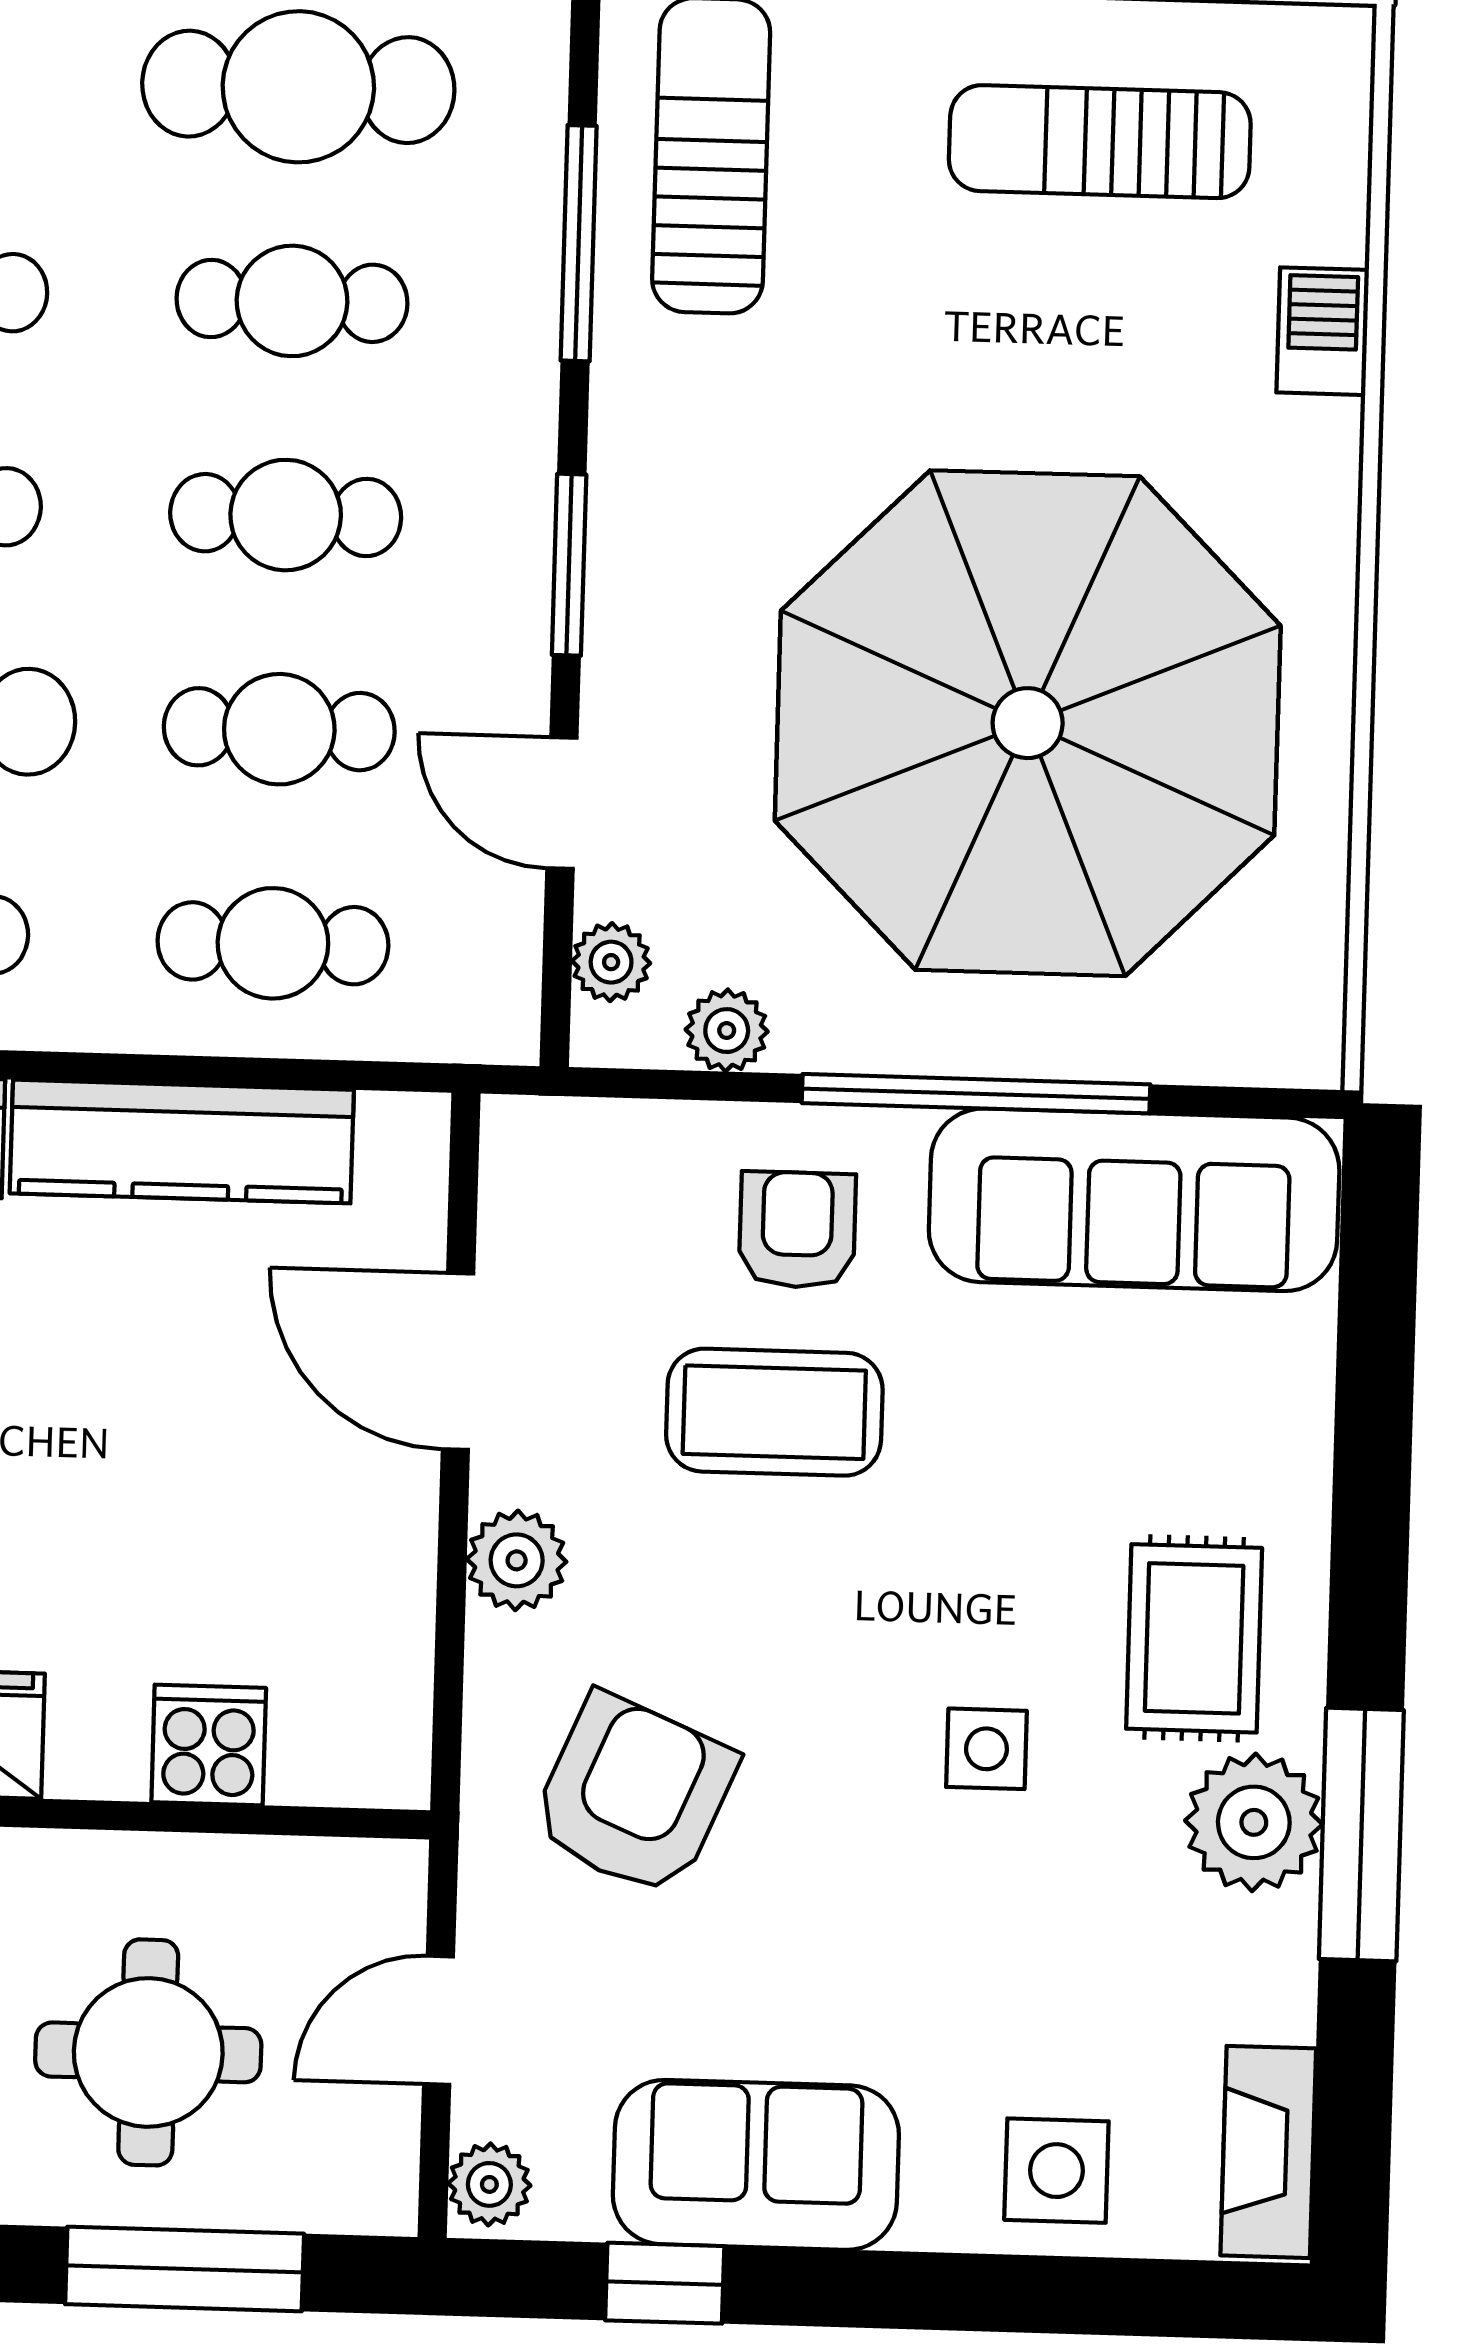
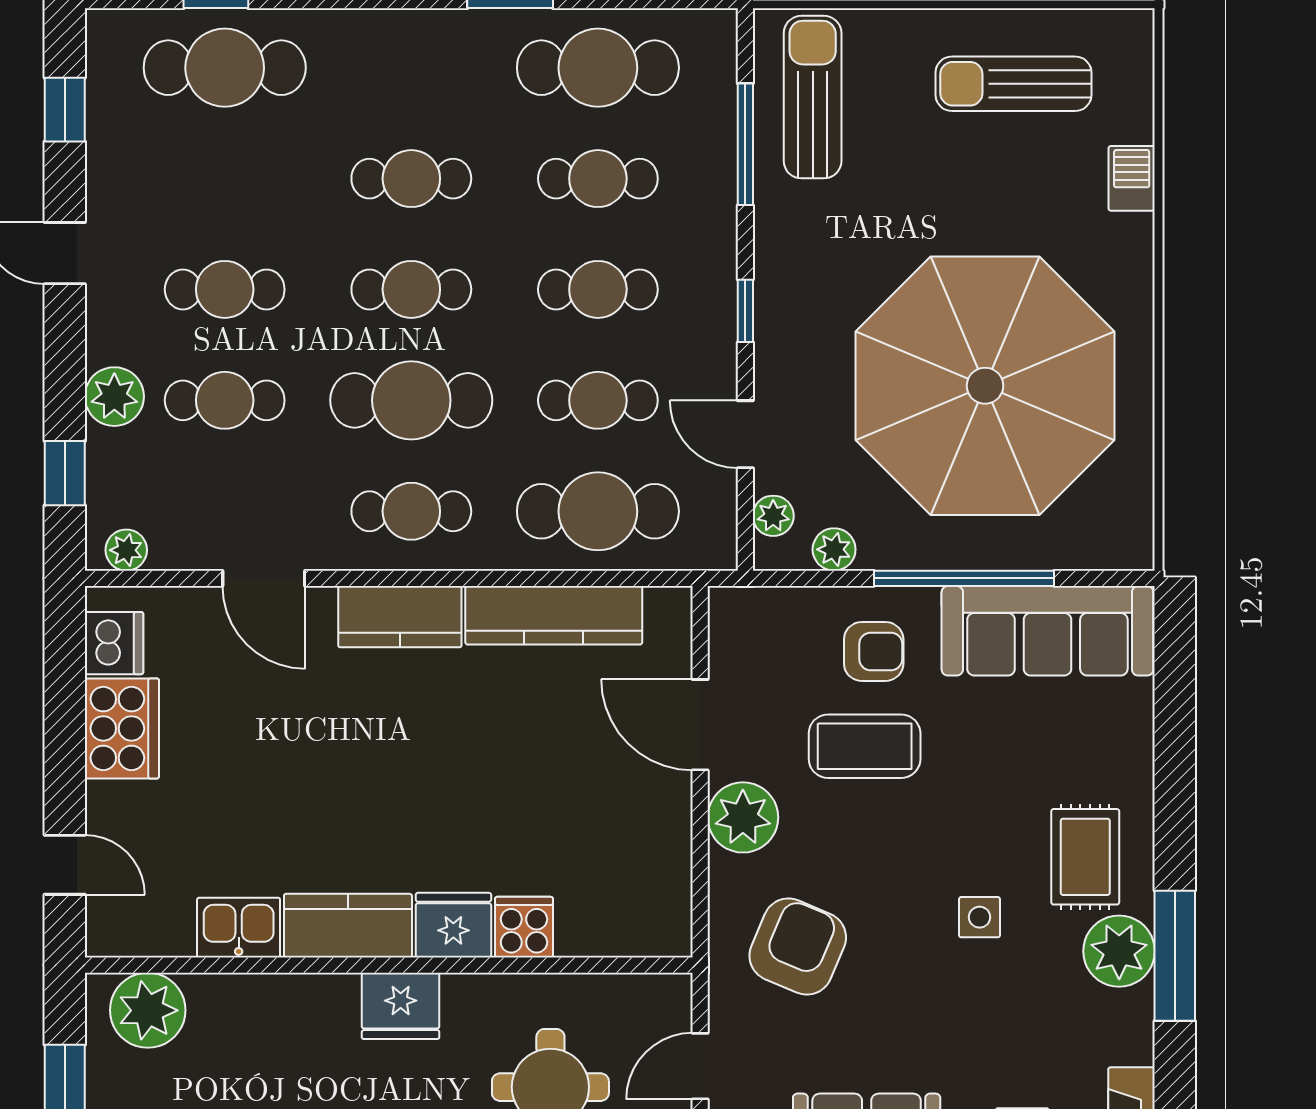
window: (569, 565) -> (745, 311), width x0.67
cafe table: (273, 943) -> (598, 511), width x1.37, depth x1.35
armchair: (797, 1230) -> (874, 651), turned 90
plant: (517, 1560) -> (743, 817), width x1.36, depth x1.36
cooker: (209, 1745) -> (524, 927), moved

